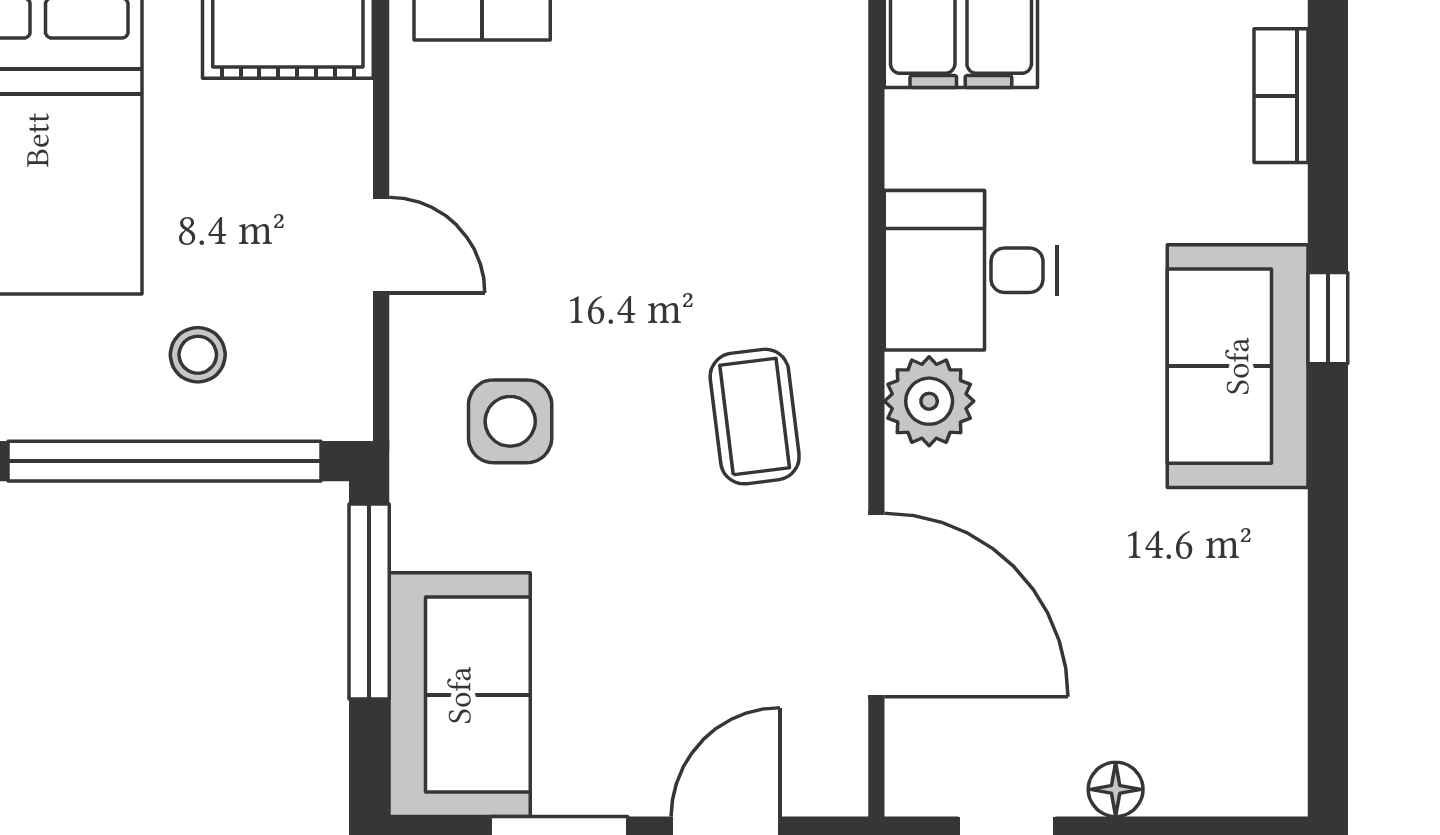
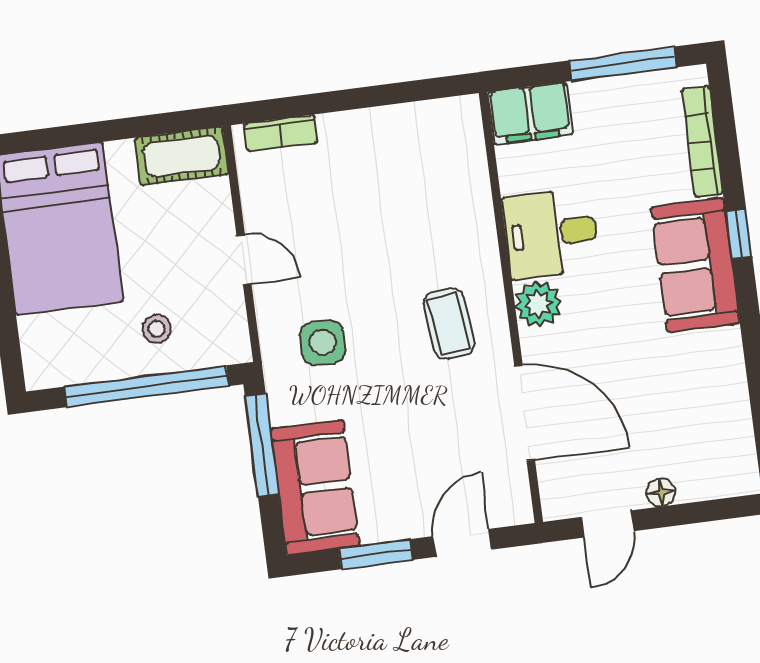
bookcase: (1281, 96) -> (702, 142), width x1.56

